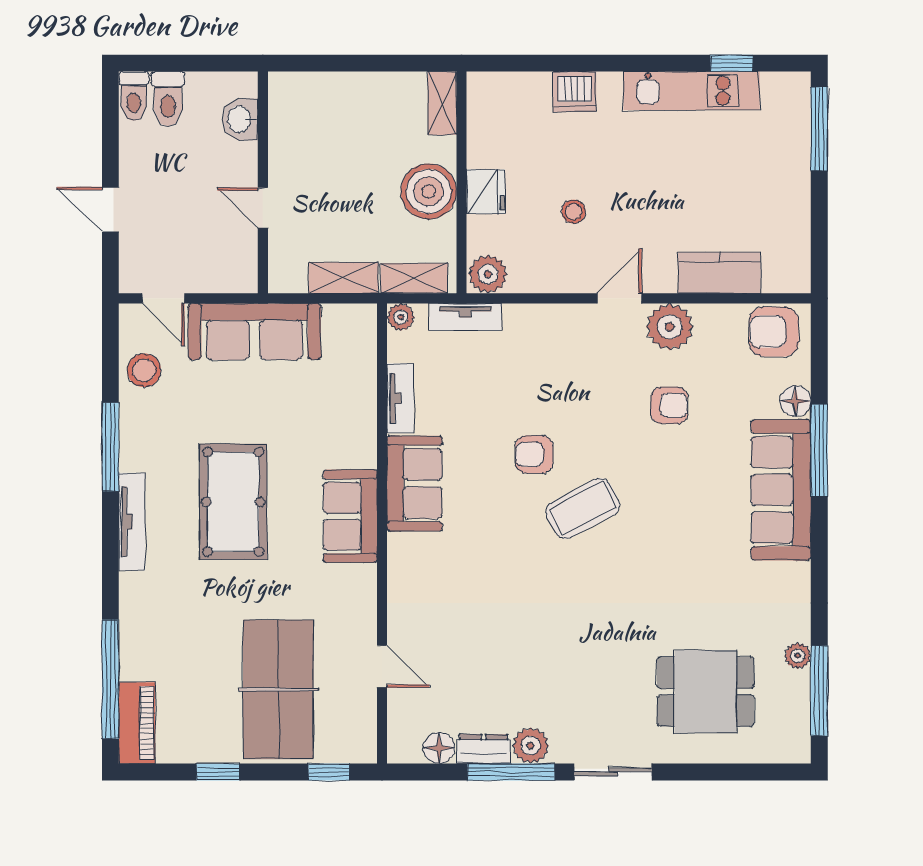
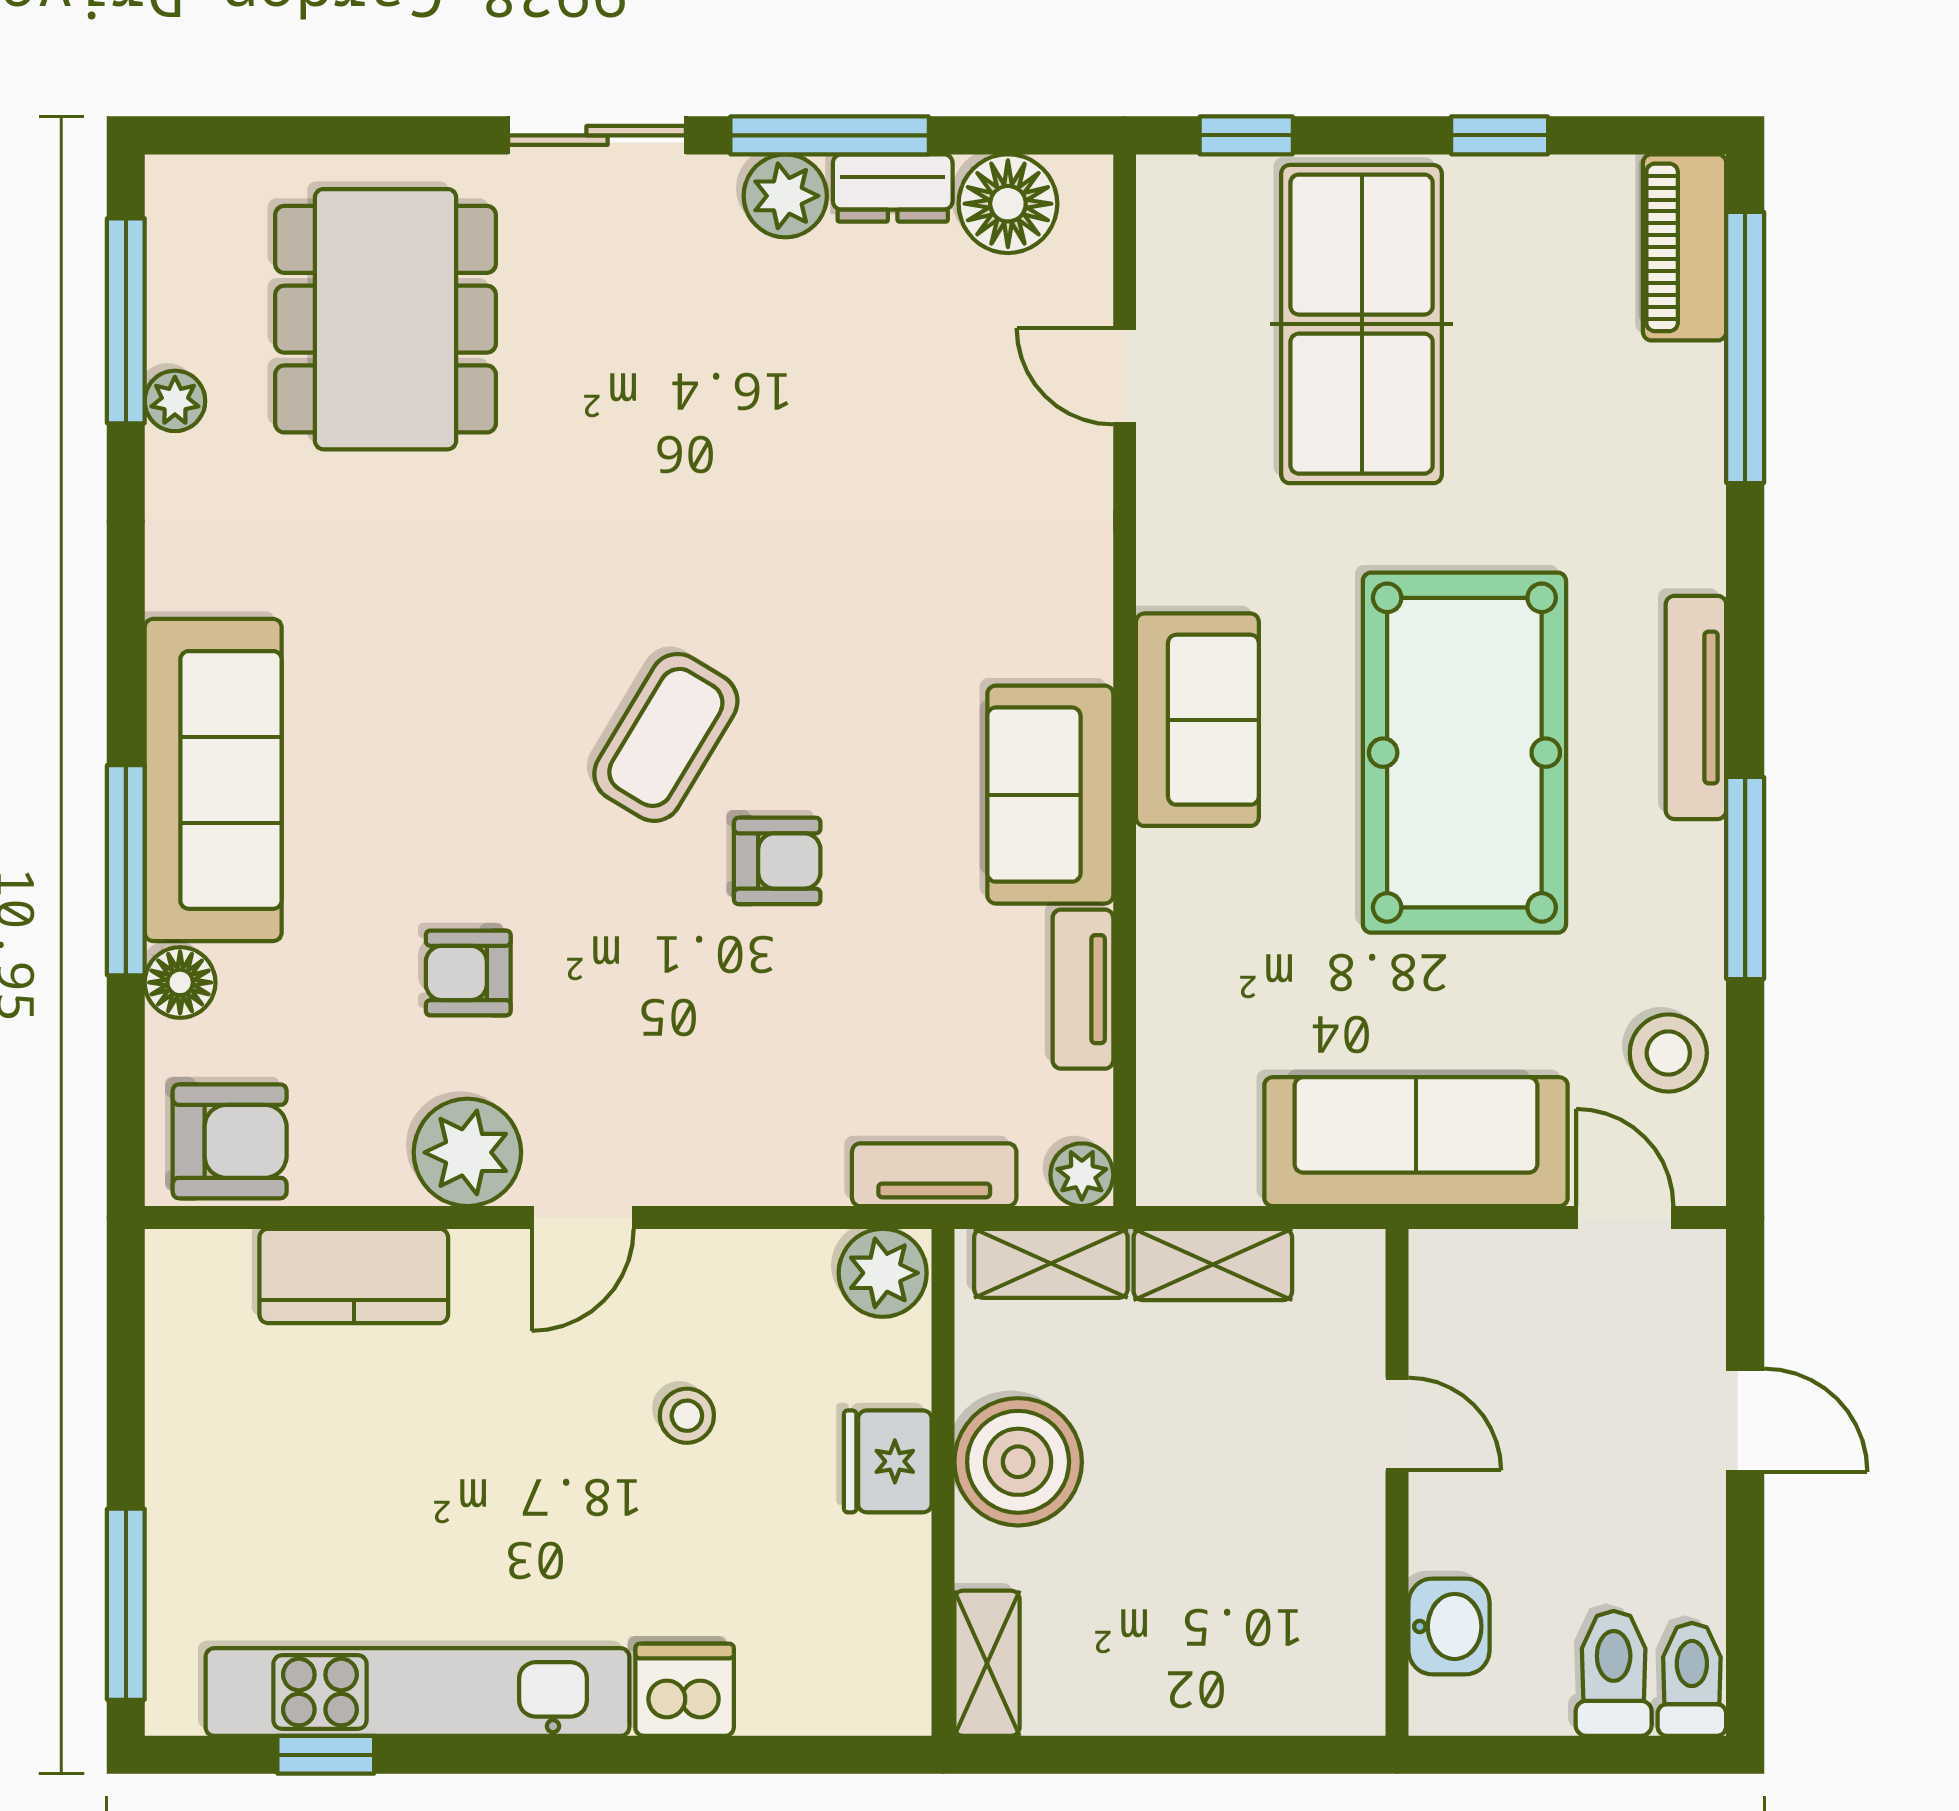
kitchen unit: (692, 91) -> (417, 1692), width x1.36
pool table: (233, 502) -> (1464, 753), width x1.36, depth x1.32
coffee table: (583, 508) -> (666, 737), turned -31
dining table: (706, 692) -> (386, 319), width x1.38
floor lamp: (439, 748) -> (1008, 204), width x1.38, depth x1.38

